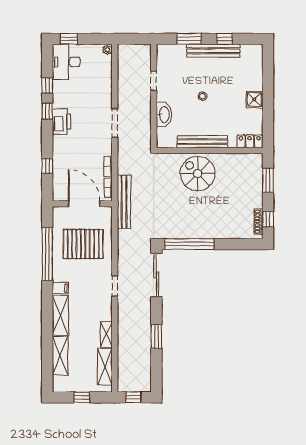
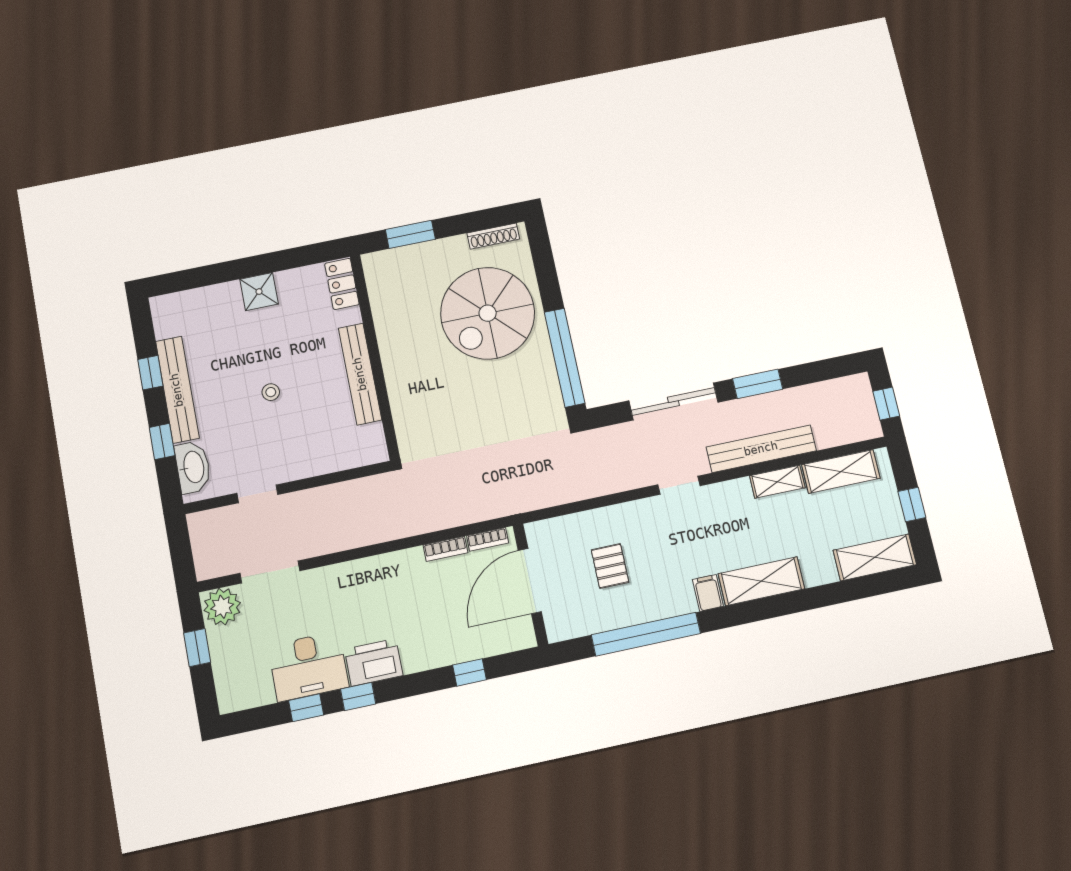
window: (69, 39) -> (197, 648), moved
window: (189, 39) -> (162, 442), width x0.67
plant: (107, 50) -> (222, 607), width x1.87, depth x1.87
desk: (66, 62) -> (308, 666), moved
washbasin: (164, 115) -> (193, 467), moved, turned 90
doorway: (115, 123) -> (270, 572), moved
spiral stairs: (198, 173) -> (488, 313), moved, width x1.37, depth x1.37
bench: (124, 202) -> (761, 449), moved
window: (268, 219) -> (484, 219), removed
pallet: (83, 244) -> (610, 566), width x0.49, depth x0.50
sliding door: (156, 275) -> (673, 401), moved
shelving: (60, 356) -> (875, 557), moved

